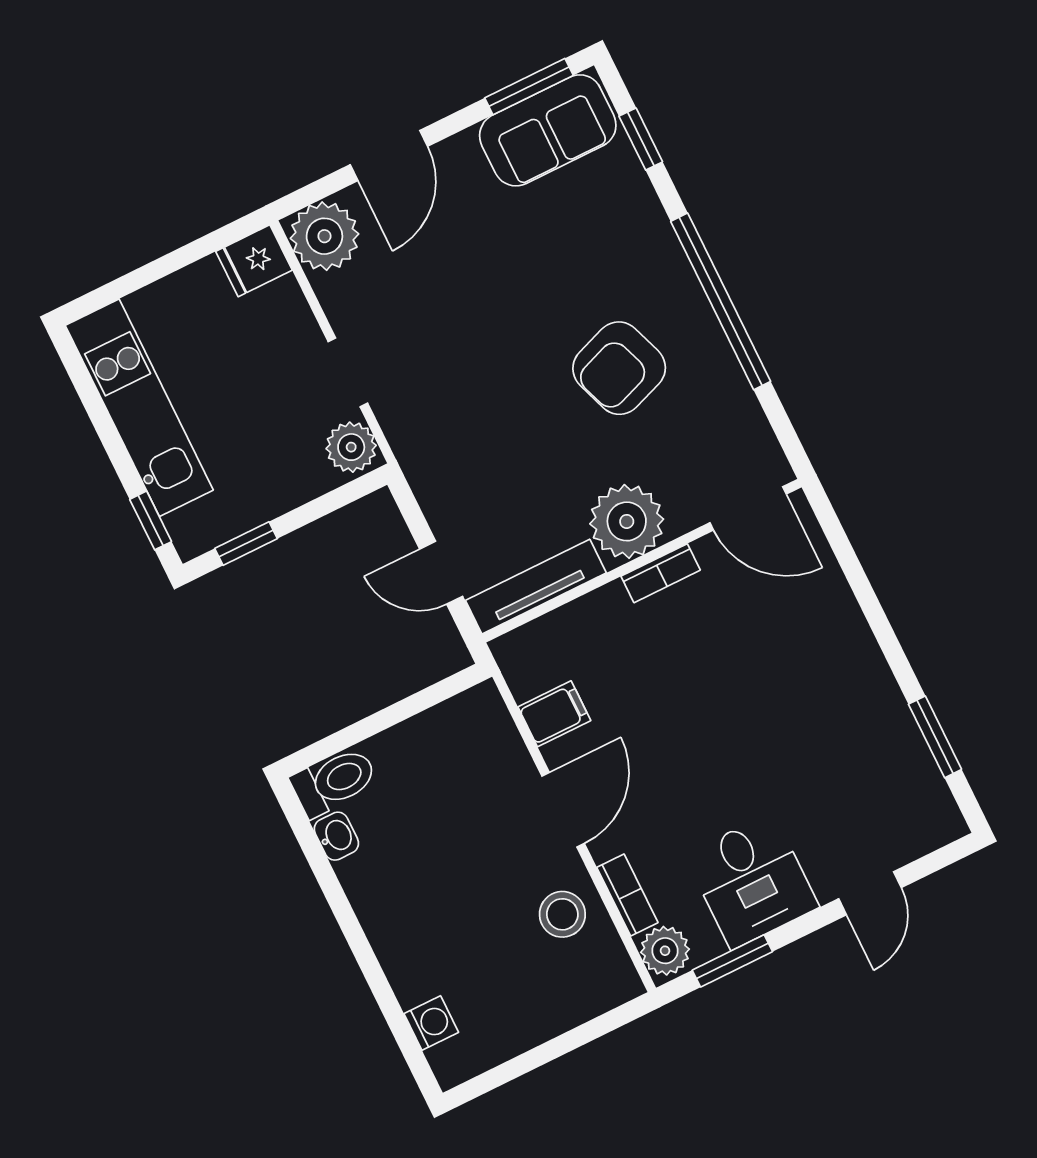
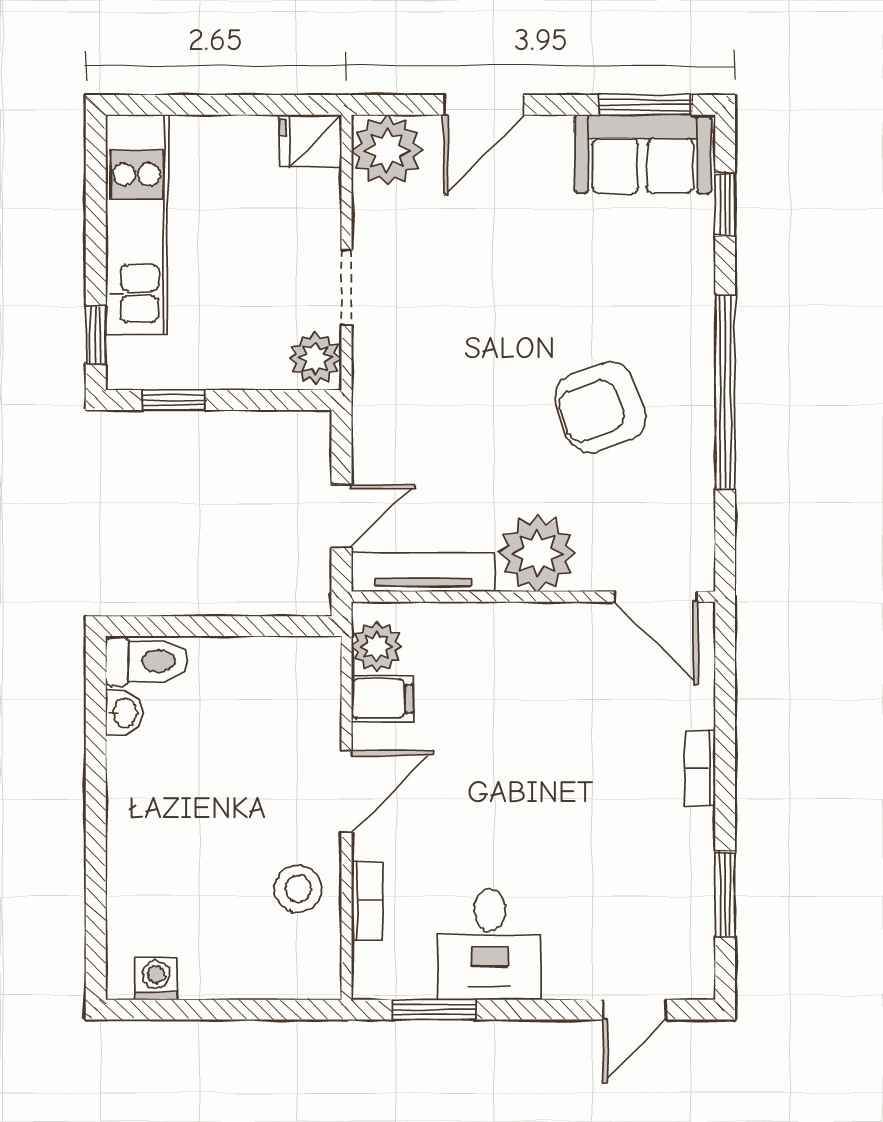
door: (441, 573) -> (342, 516), swing flipped
bookcase: (661, 573) -> (700, 768), moved, turned 90
door: (870, 893) -> (635, 1010), moved
plant: (665, 951) -> (377, 646), moved
washing machine: (431, 1023) -> (156, 979), moved, turned -90

